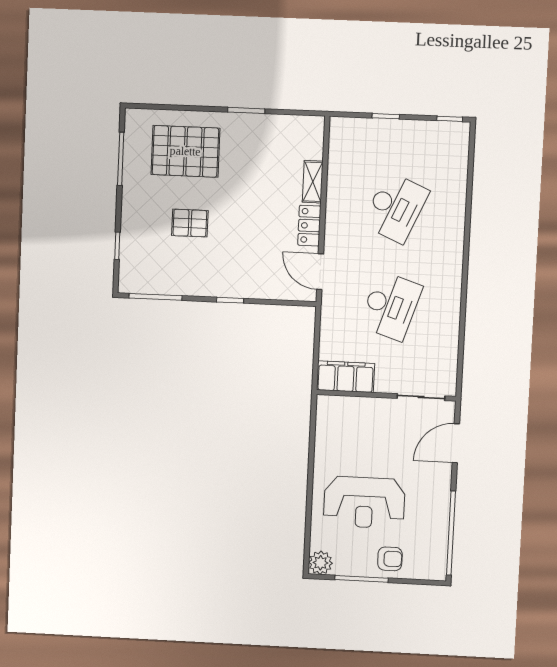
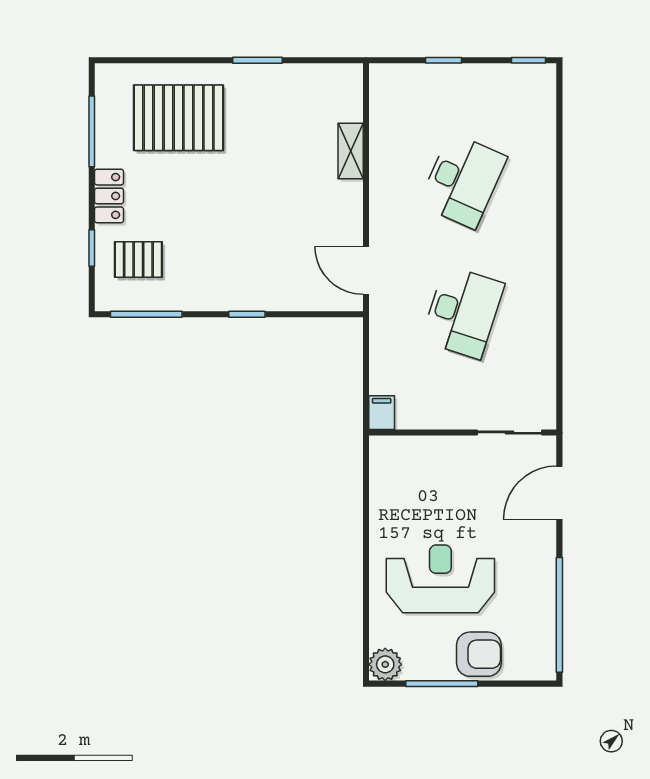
pallet: (190, 223) -> (138, 260), moved
locker: (309, 226) -> (109, 196), moved, turned 180
filing cabinet: (346, 377) -> (382, 413), width x0.33, depth x0.86
reception desk: (364, 502) -> (440, 579), turned 180
armchair: (390, 559) -> (479, 654), width x1.38, depth x1.38

